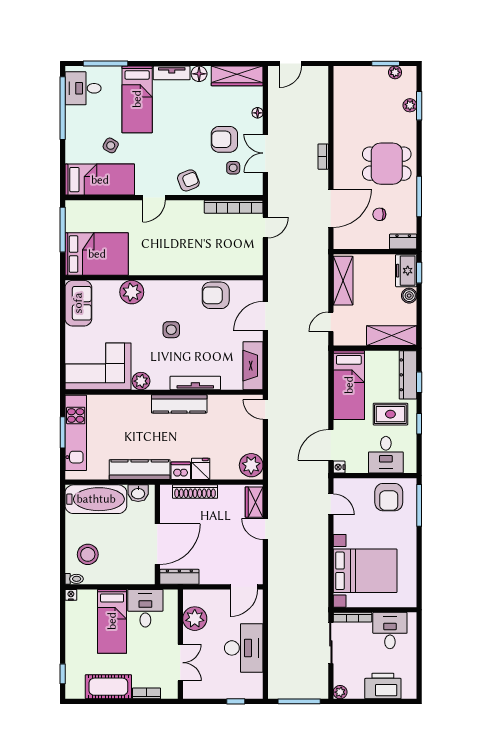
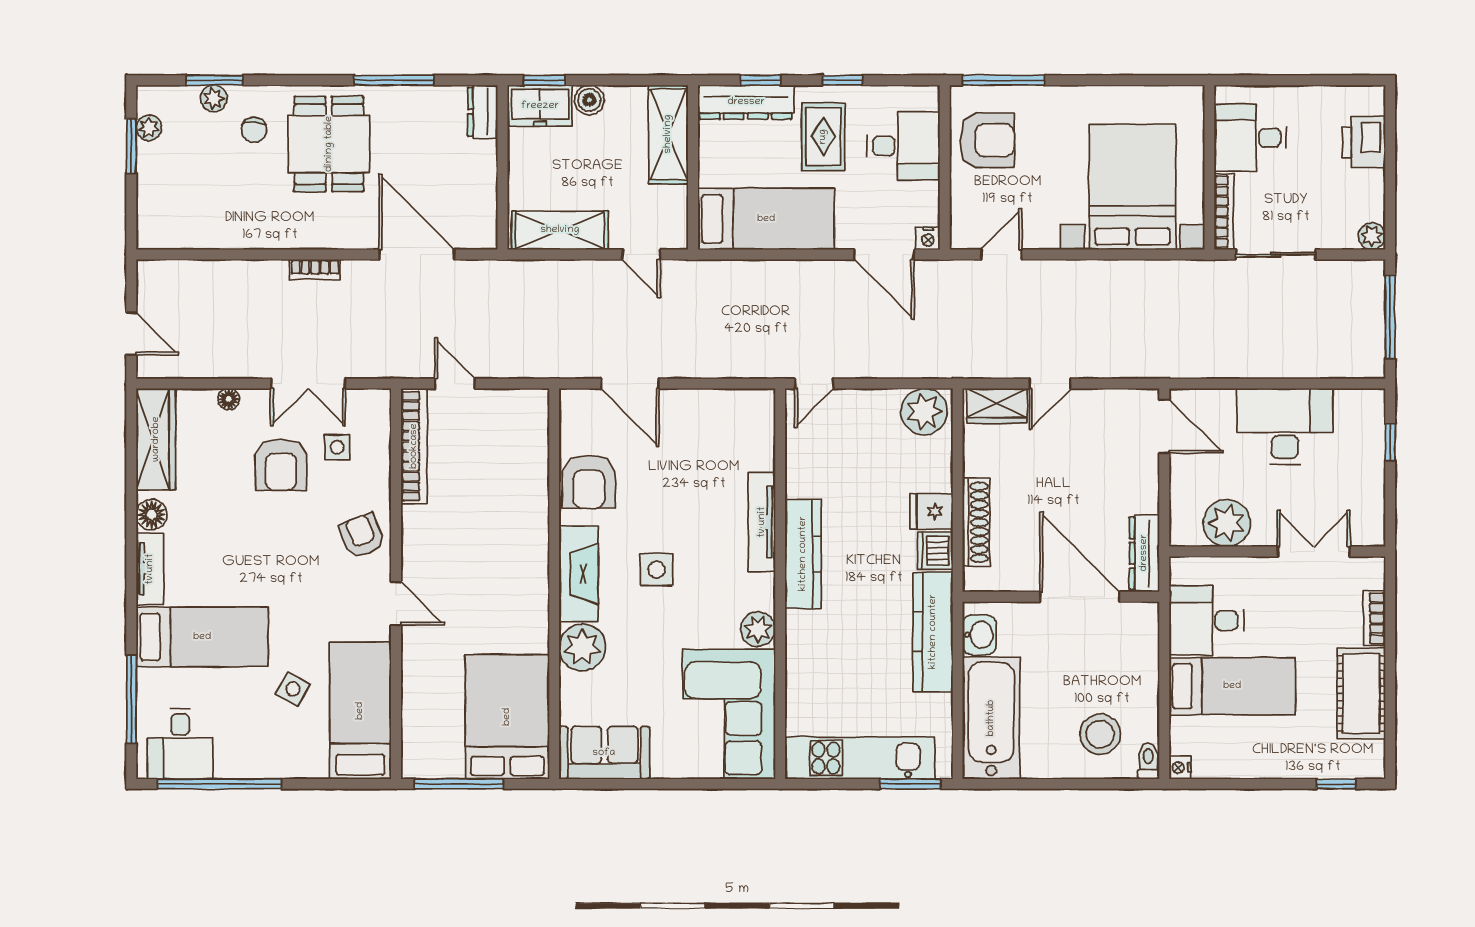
chair: (379, 214) -> (254, 130), moved
fireplace: (253, 366) -> (579, 574), moved, turned -90
window: (63, 432) -> (910, 784), moved
printer: (383, 686) -> (1364, 142), width x0.73, depth x0.84

